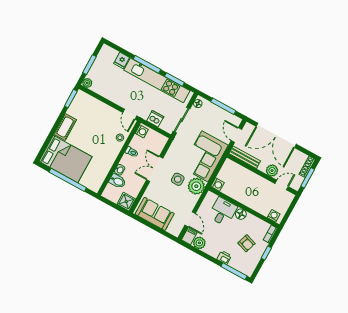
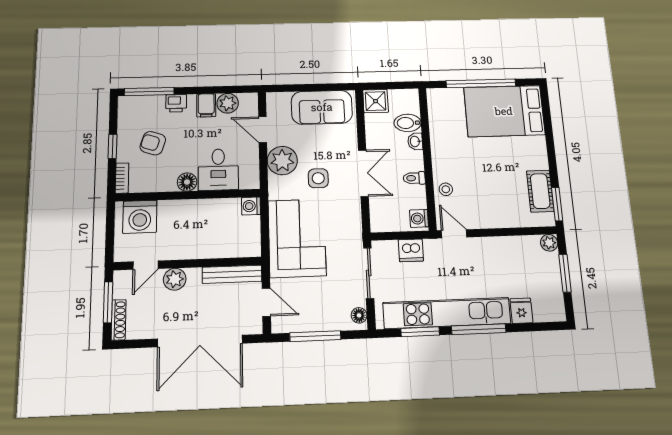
cot: (65, 127) -> (540, 191), moved
double door: (276, 135) -> (200, 341), swing flipped
plant: (196, 186) -> (282, 161), moved
washing machine: (274, 216) -> (140, 217), width x1.89, depth x1.89
filing cabinet: (189, 236) -> (206, 105), moved

